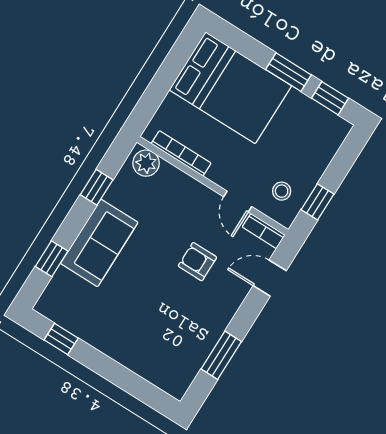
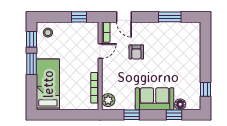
bed: (230, 88) -> (48, 84), width x0.67
stool: (282, 191) -> (48, 33), moved
floor lamp: (63, 280) -> (180, 104), added

